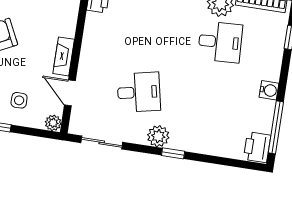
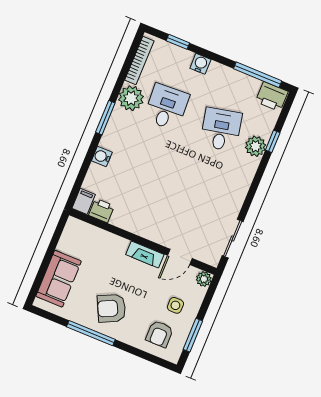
water cooler: (269, 90) -> (200, 64), moved
desk: (139, 92) -> (221, 129), moved
plant: (158, 136) -> (256, 146), moved
window: (173, 153) -> (273, 141), moved

